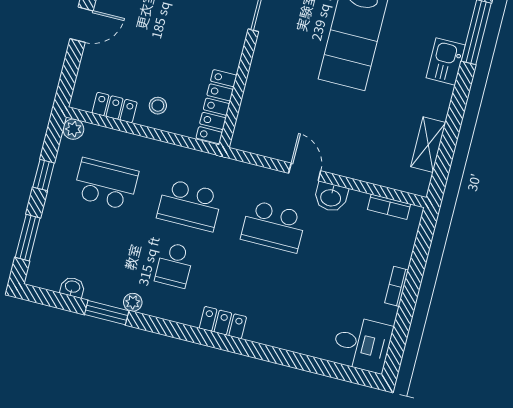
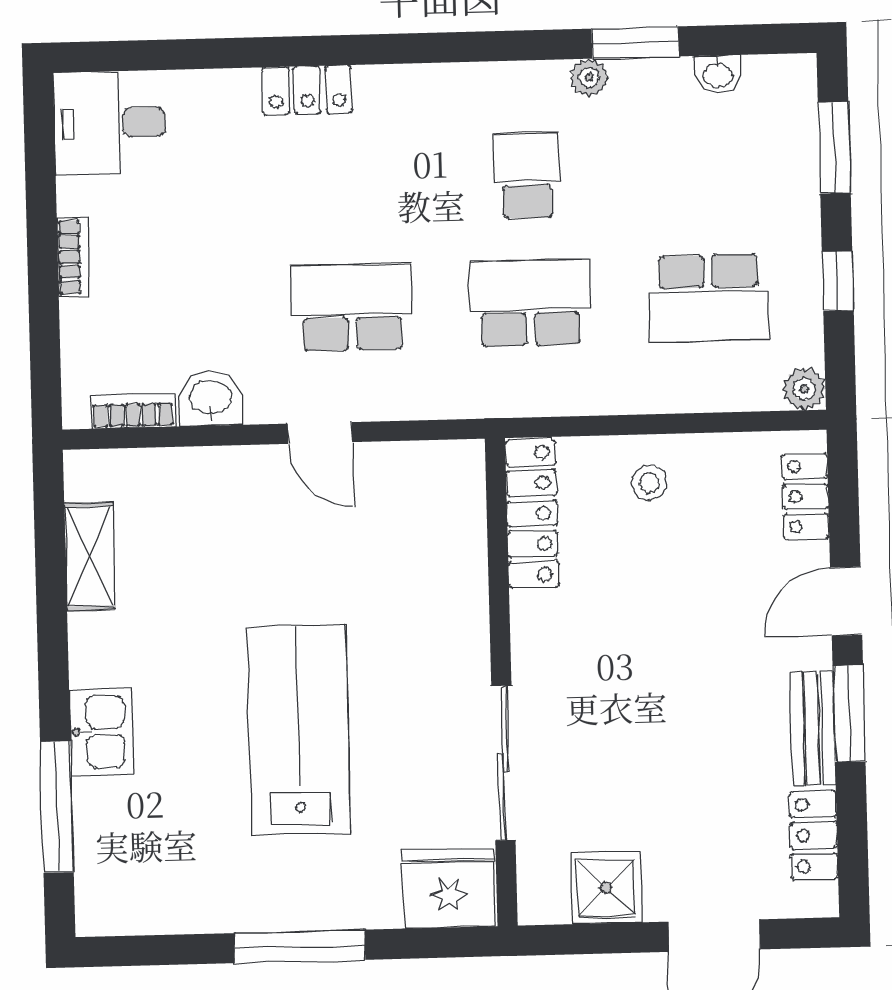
locker: (115, 108) -> (806, 496), moved, turned 90
washbasin: (331, 197) -> (210, 399), moved
locker: (223, 323) -> (307, 90), moved

